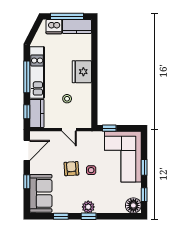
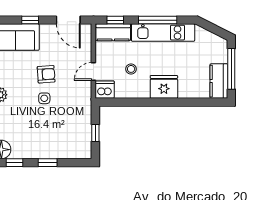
dishwasher: (54, 27) -> (105, 90), moved, turned 90
window: (109, 128) -> (95, 133), moved
corner sofa: (123, 157) -> (61, 137), removed

